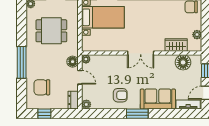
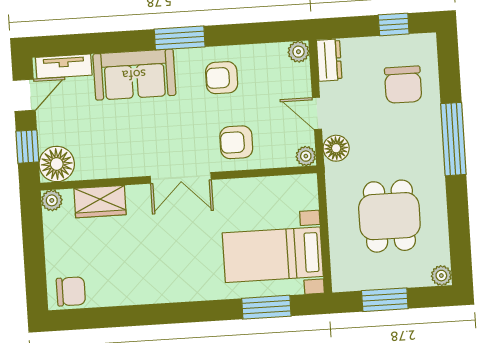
dining table: (51, 31) -> (389, 216), turned 90
plant: (197, 35) -> (52, 200), moved
double door: (141, 53) -> (181, 178), swing flipped
floor lamp: (183, 62) -> (57, 164), moved
armchair: (116, 67) -> (236, 142), added
chair: (42, 87) -> (403, 85), turned 90

